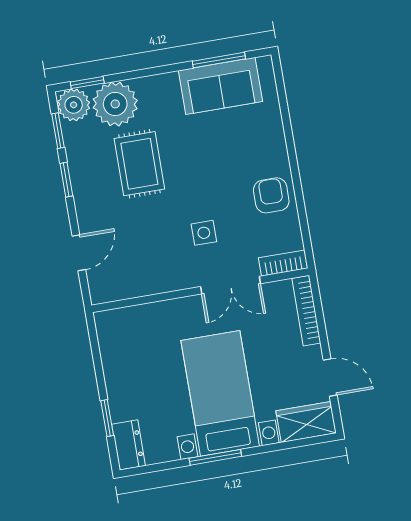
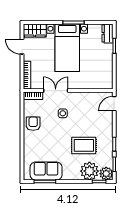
rug: (139, 164) -> (84, 145), turned 90
armchair: (271, 195) -> (33, 124), turned 180
door: (79, 253) -> (114, 104), moved

